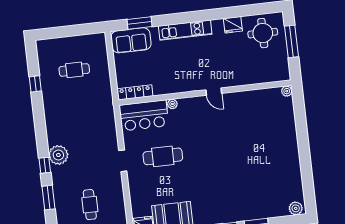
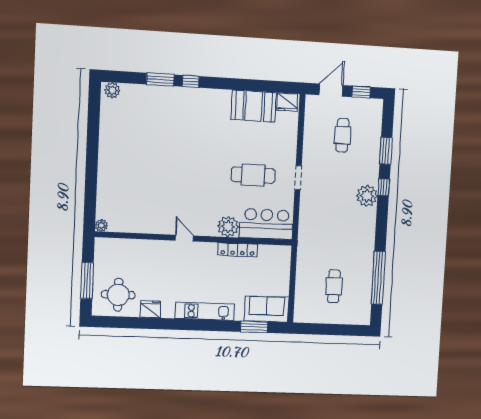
cafe table: (74, 70) -> (334, 286), turned 90
window: (35, 84) -> (378, 278), width x3.17
locker: (135, 92) -> (238, 250), moved
plant: (172, 104) -> (228, 227), width x1.88, depth x1.88

